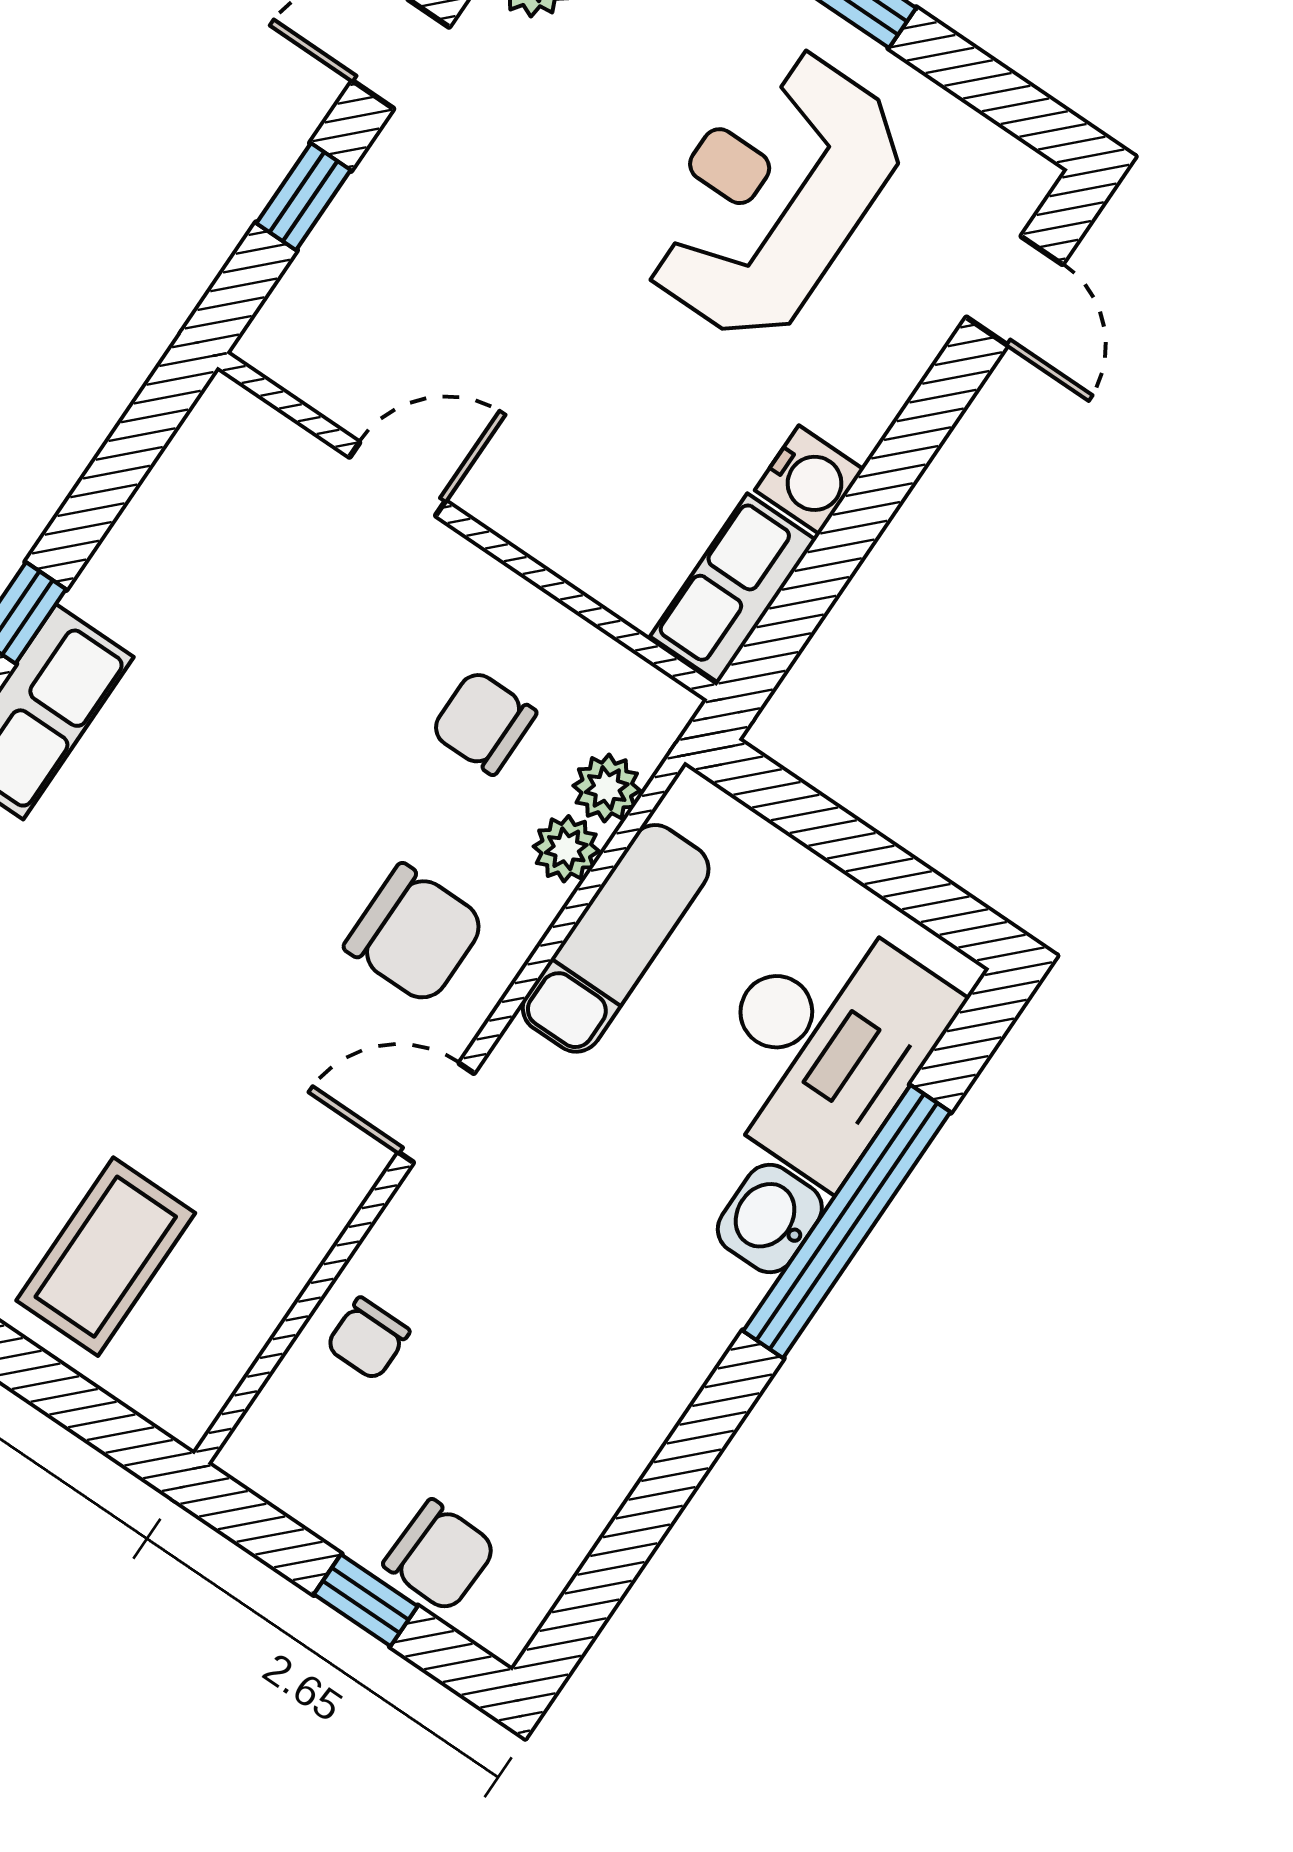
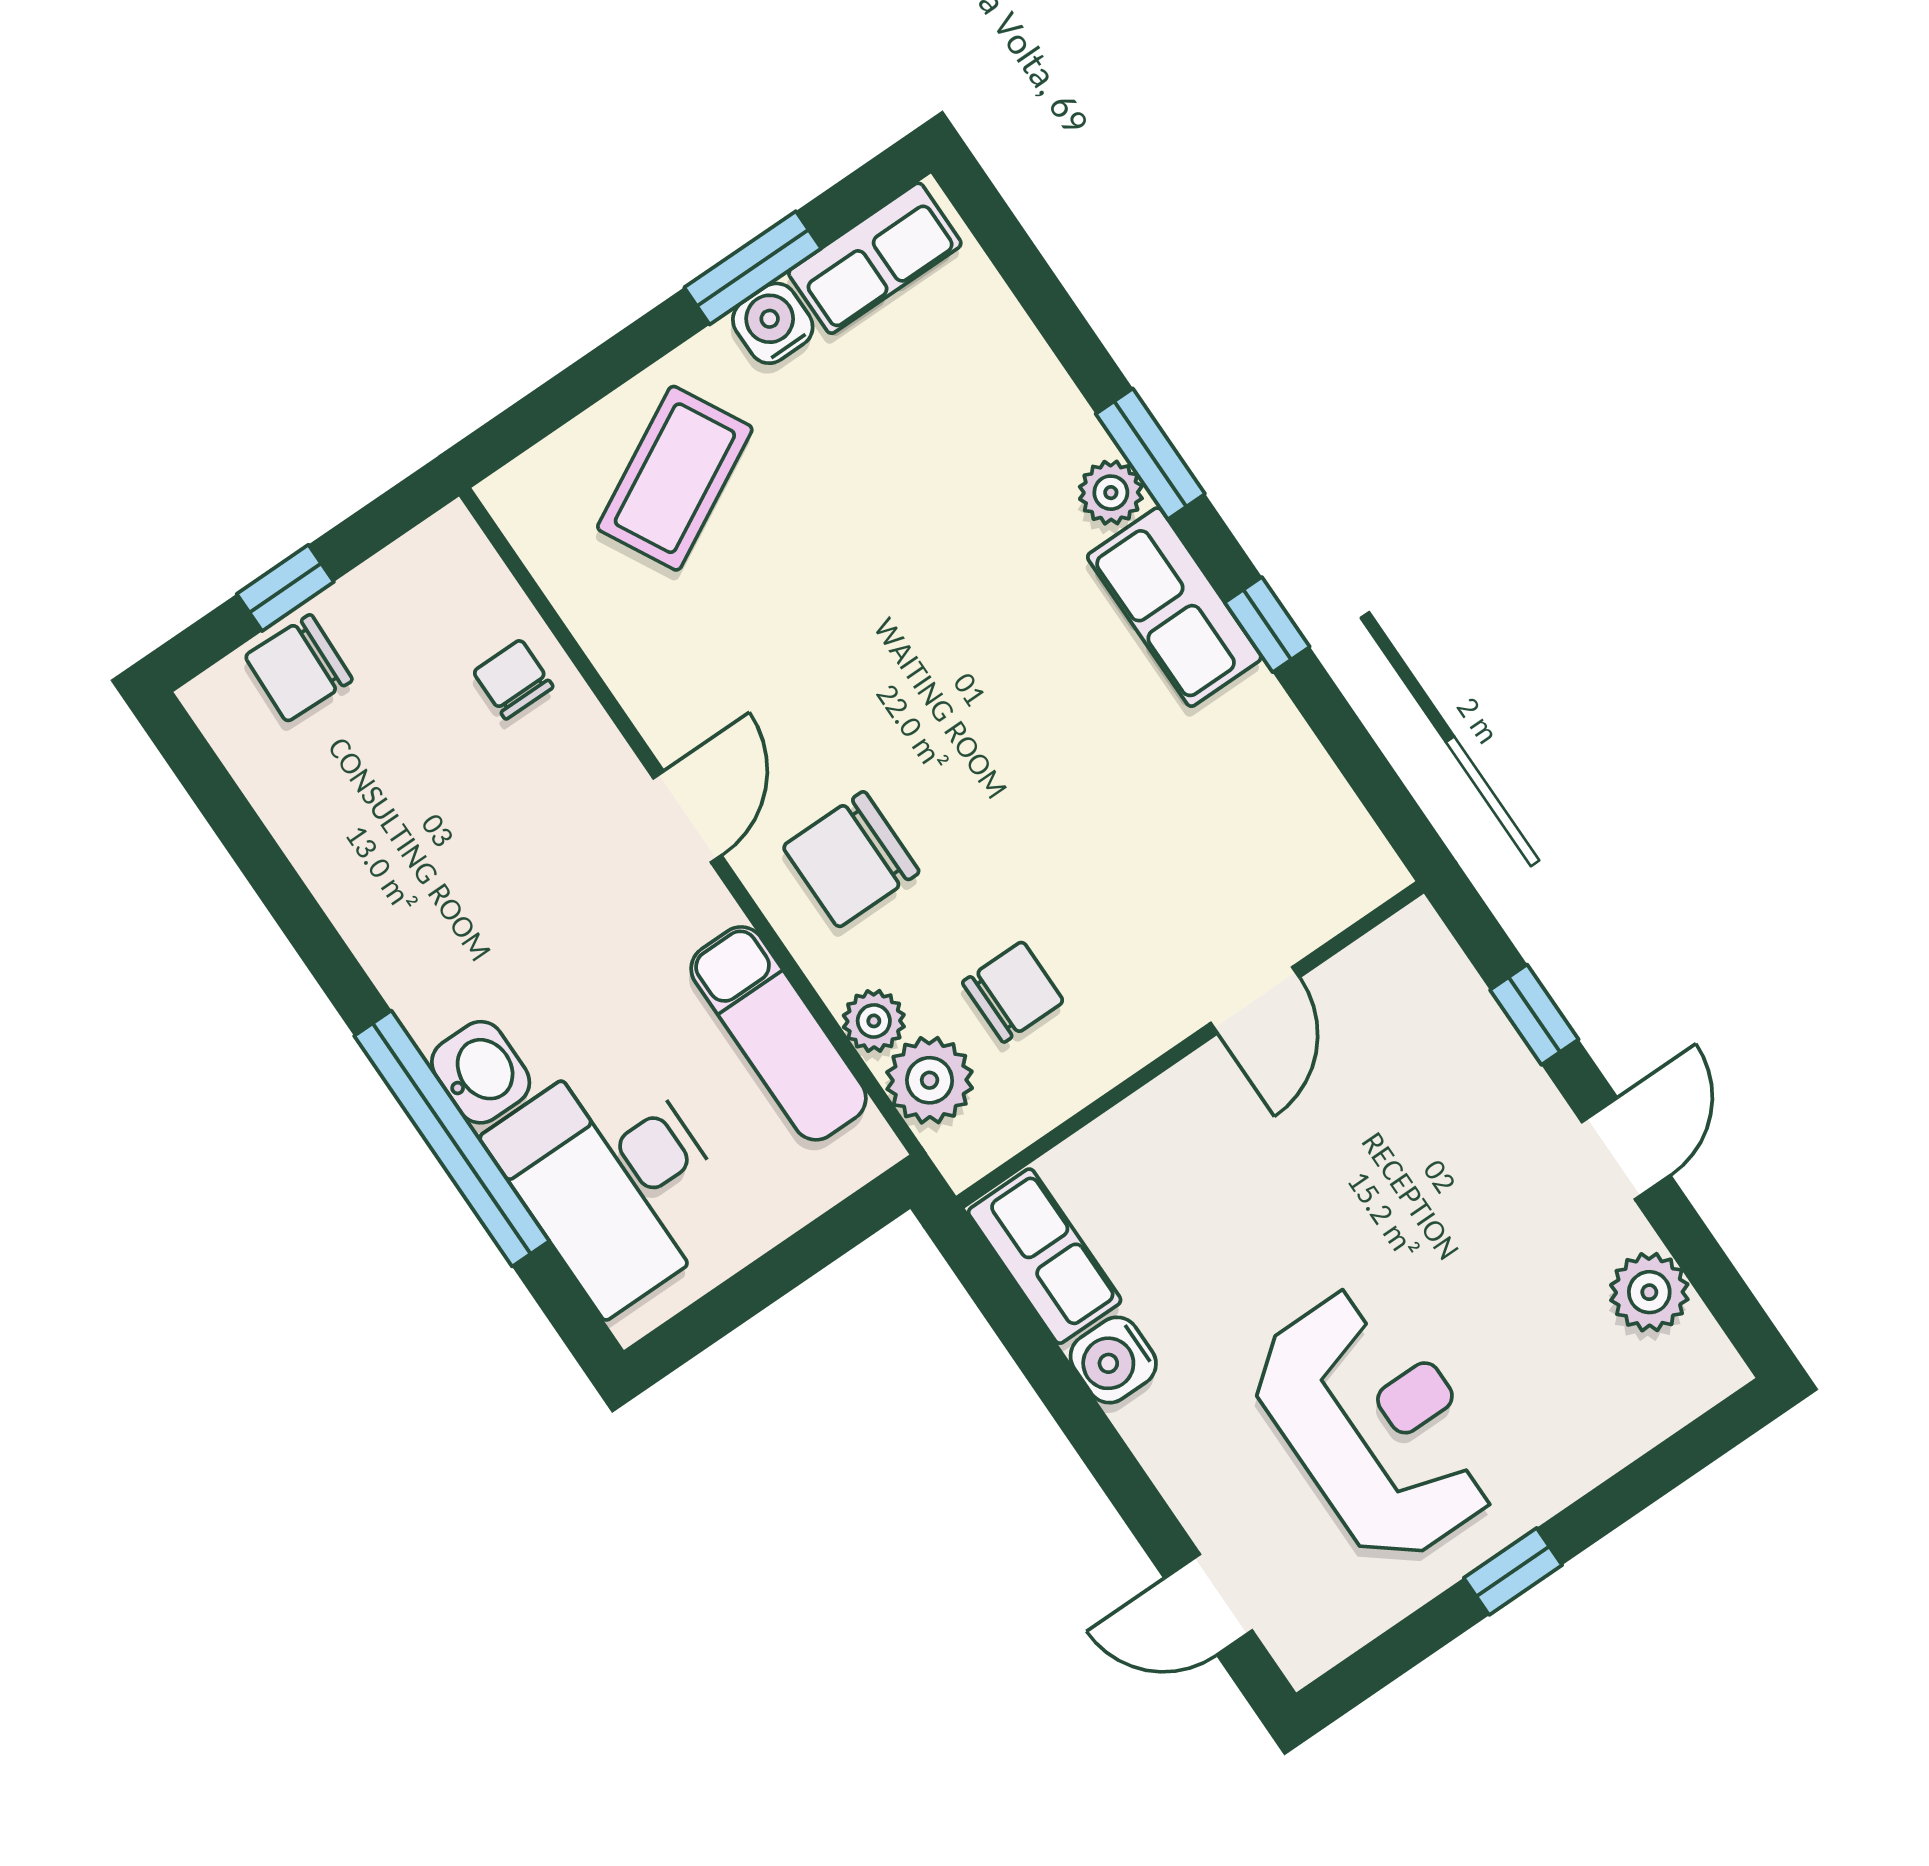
plant: (607, 788) -> (930, 1080), width x1.38, depth x1.38
coffee table: (106, 1257) -> (675, 478), turned 62

